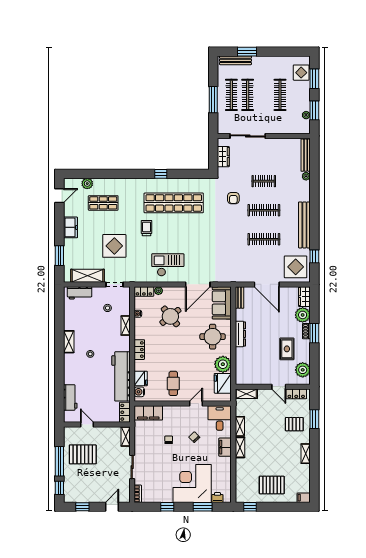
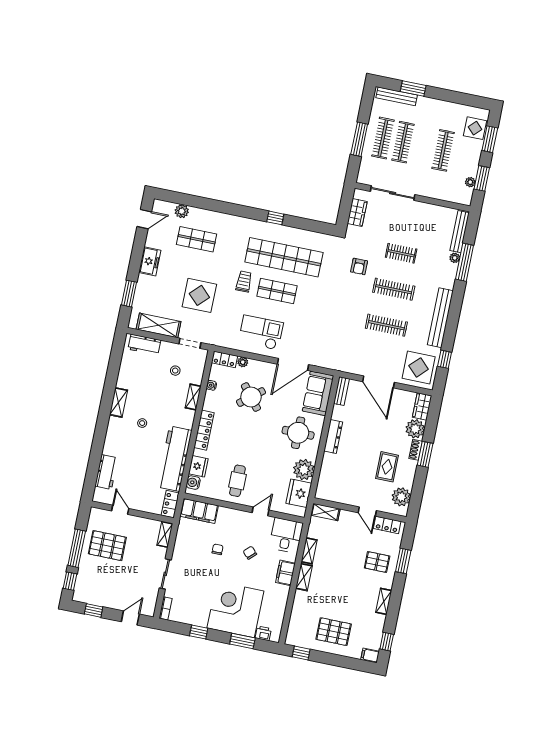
window: (314, 178) -> (465, 262), added
shop shelf: (174, 230) -> (277, 291), added
locker: (139, 350) -> (204, 430), width x1.53
window: (314, 484) -> (387, 642), added

